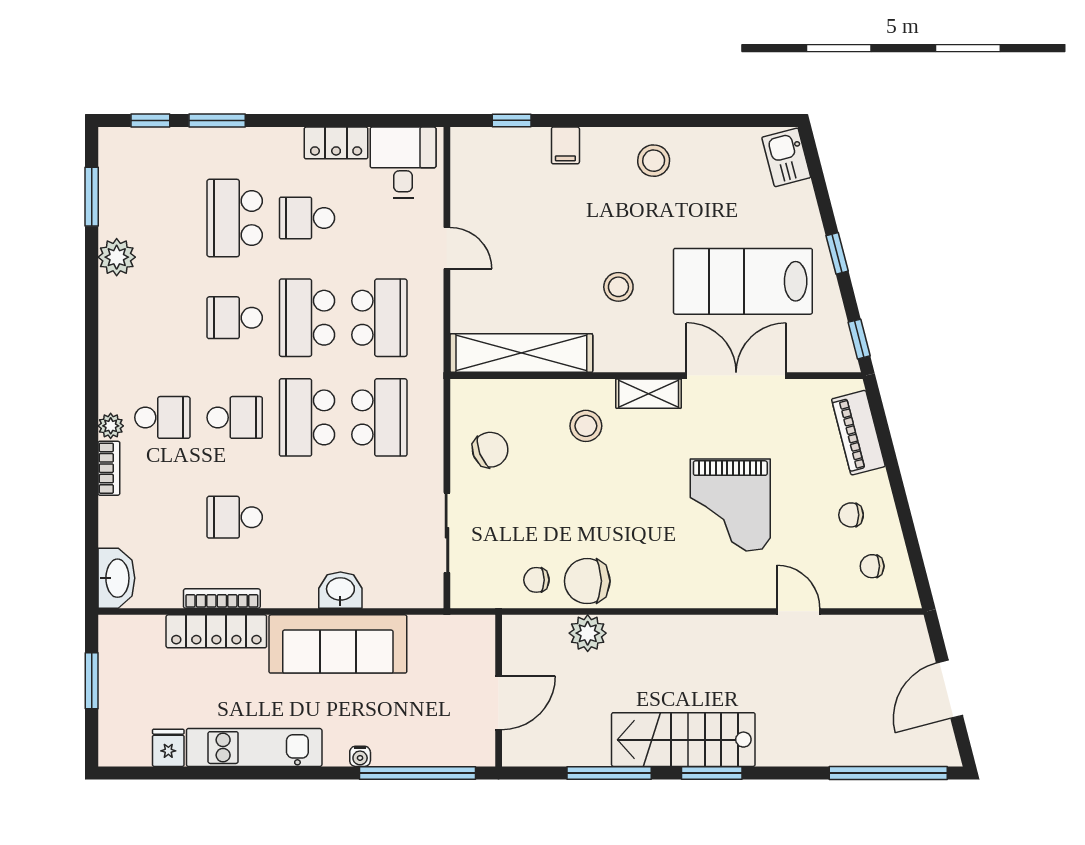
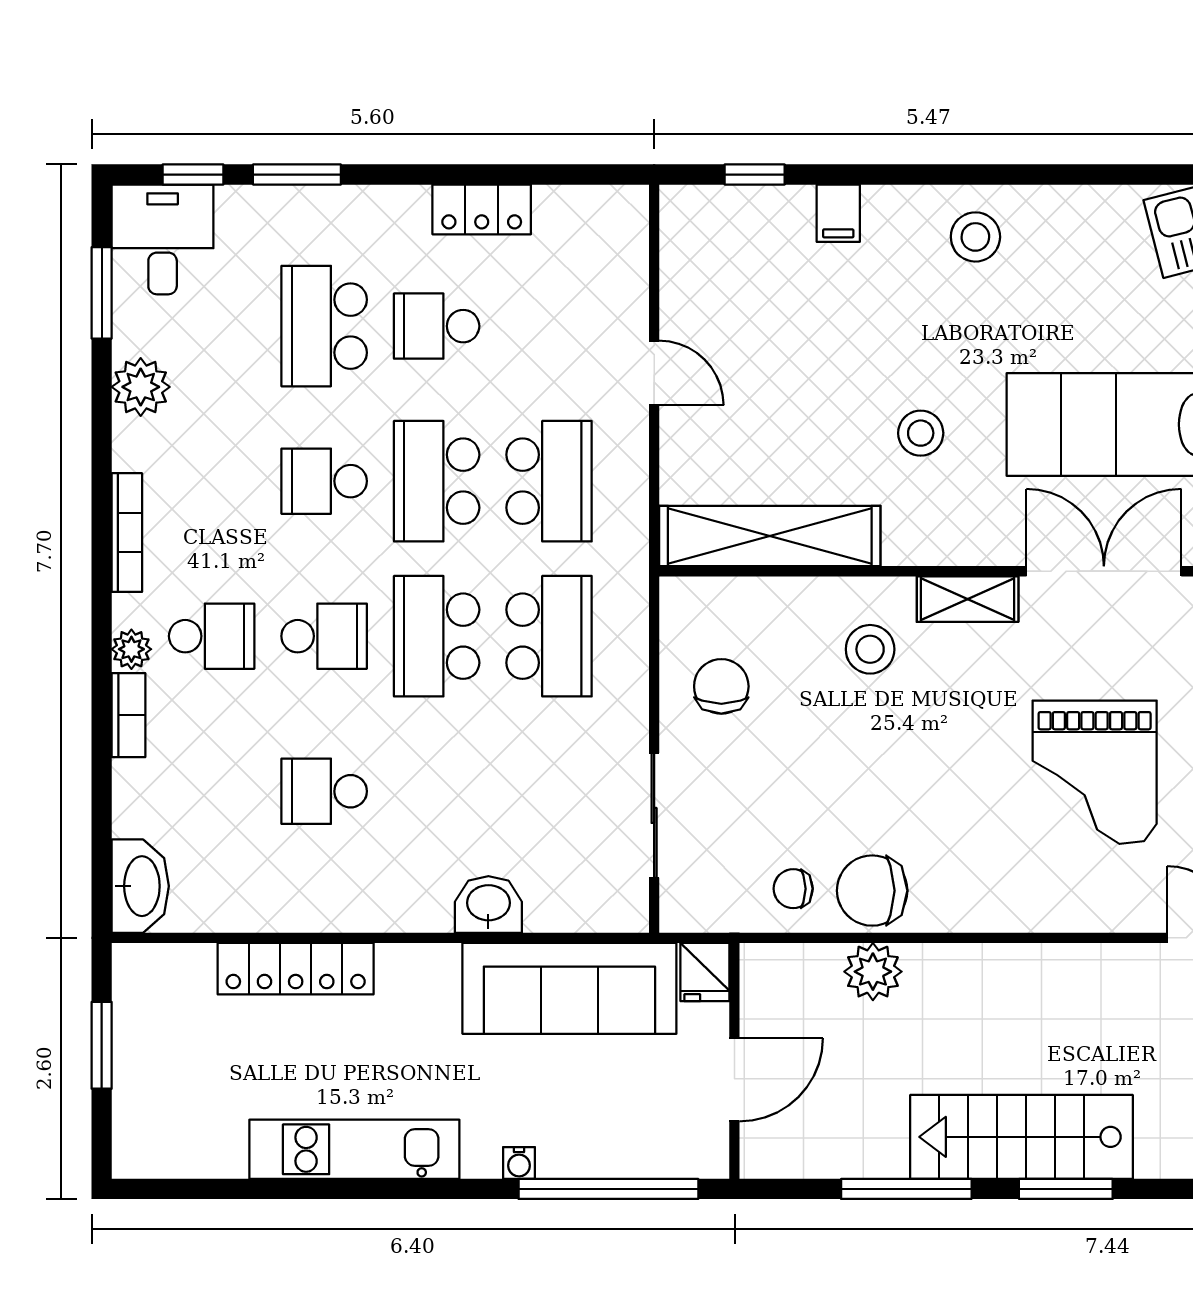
desk: (403, 162) -> (163, 239), moved
chair: (490, 450) -> (721, 686), turned -69
bookcase: (222, 598) -> (127, 533), moved, turned 90
sofa: (338, 644) -> (569, 988), moved
fridge: (168, 748) -> (705, 972), moved, turned 180

